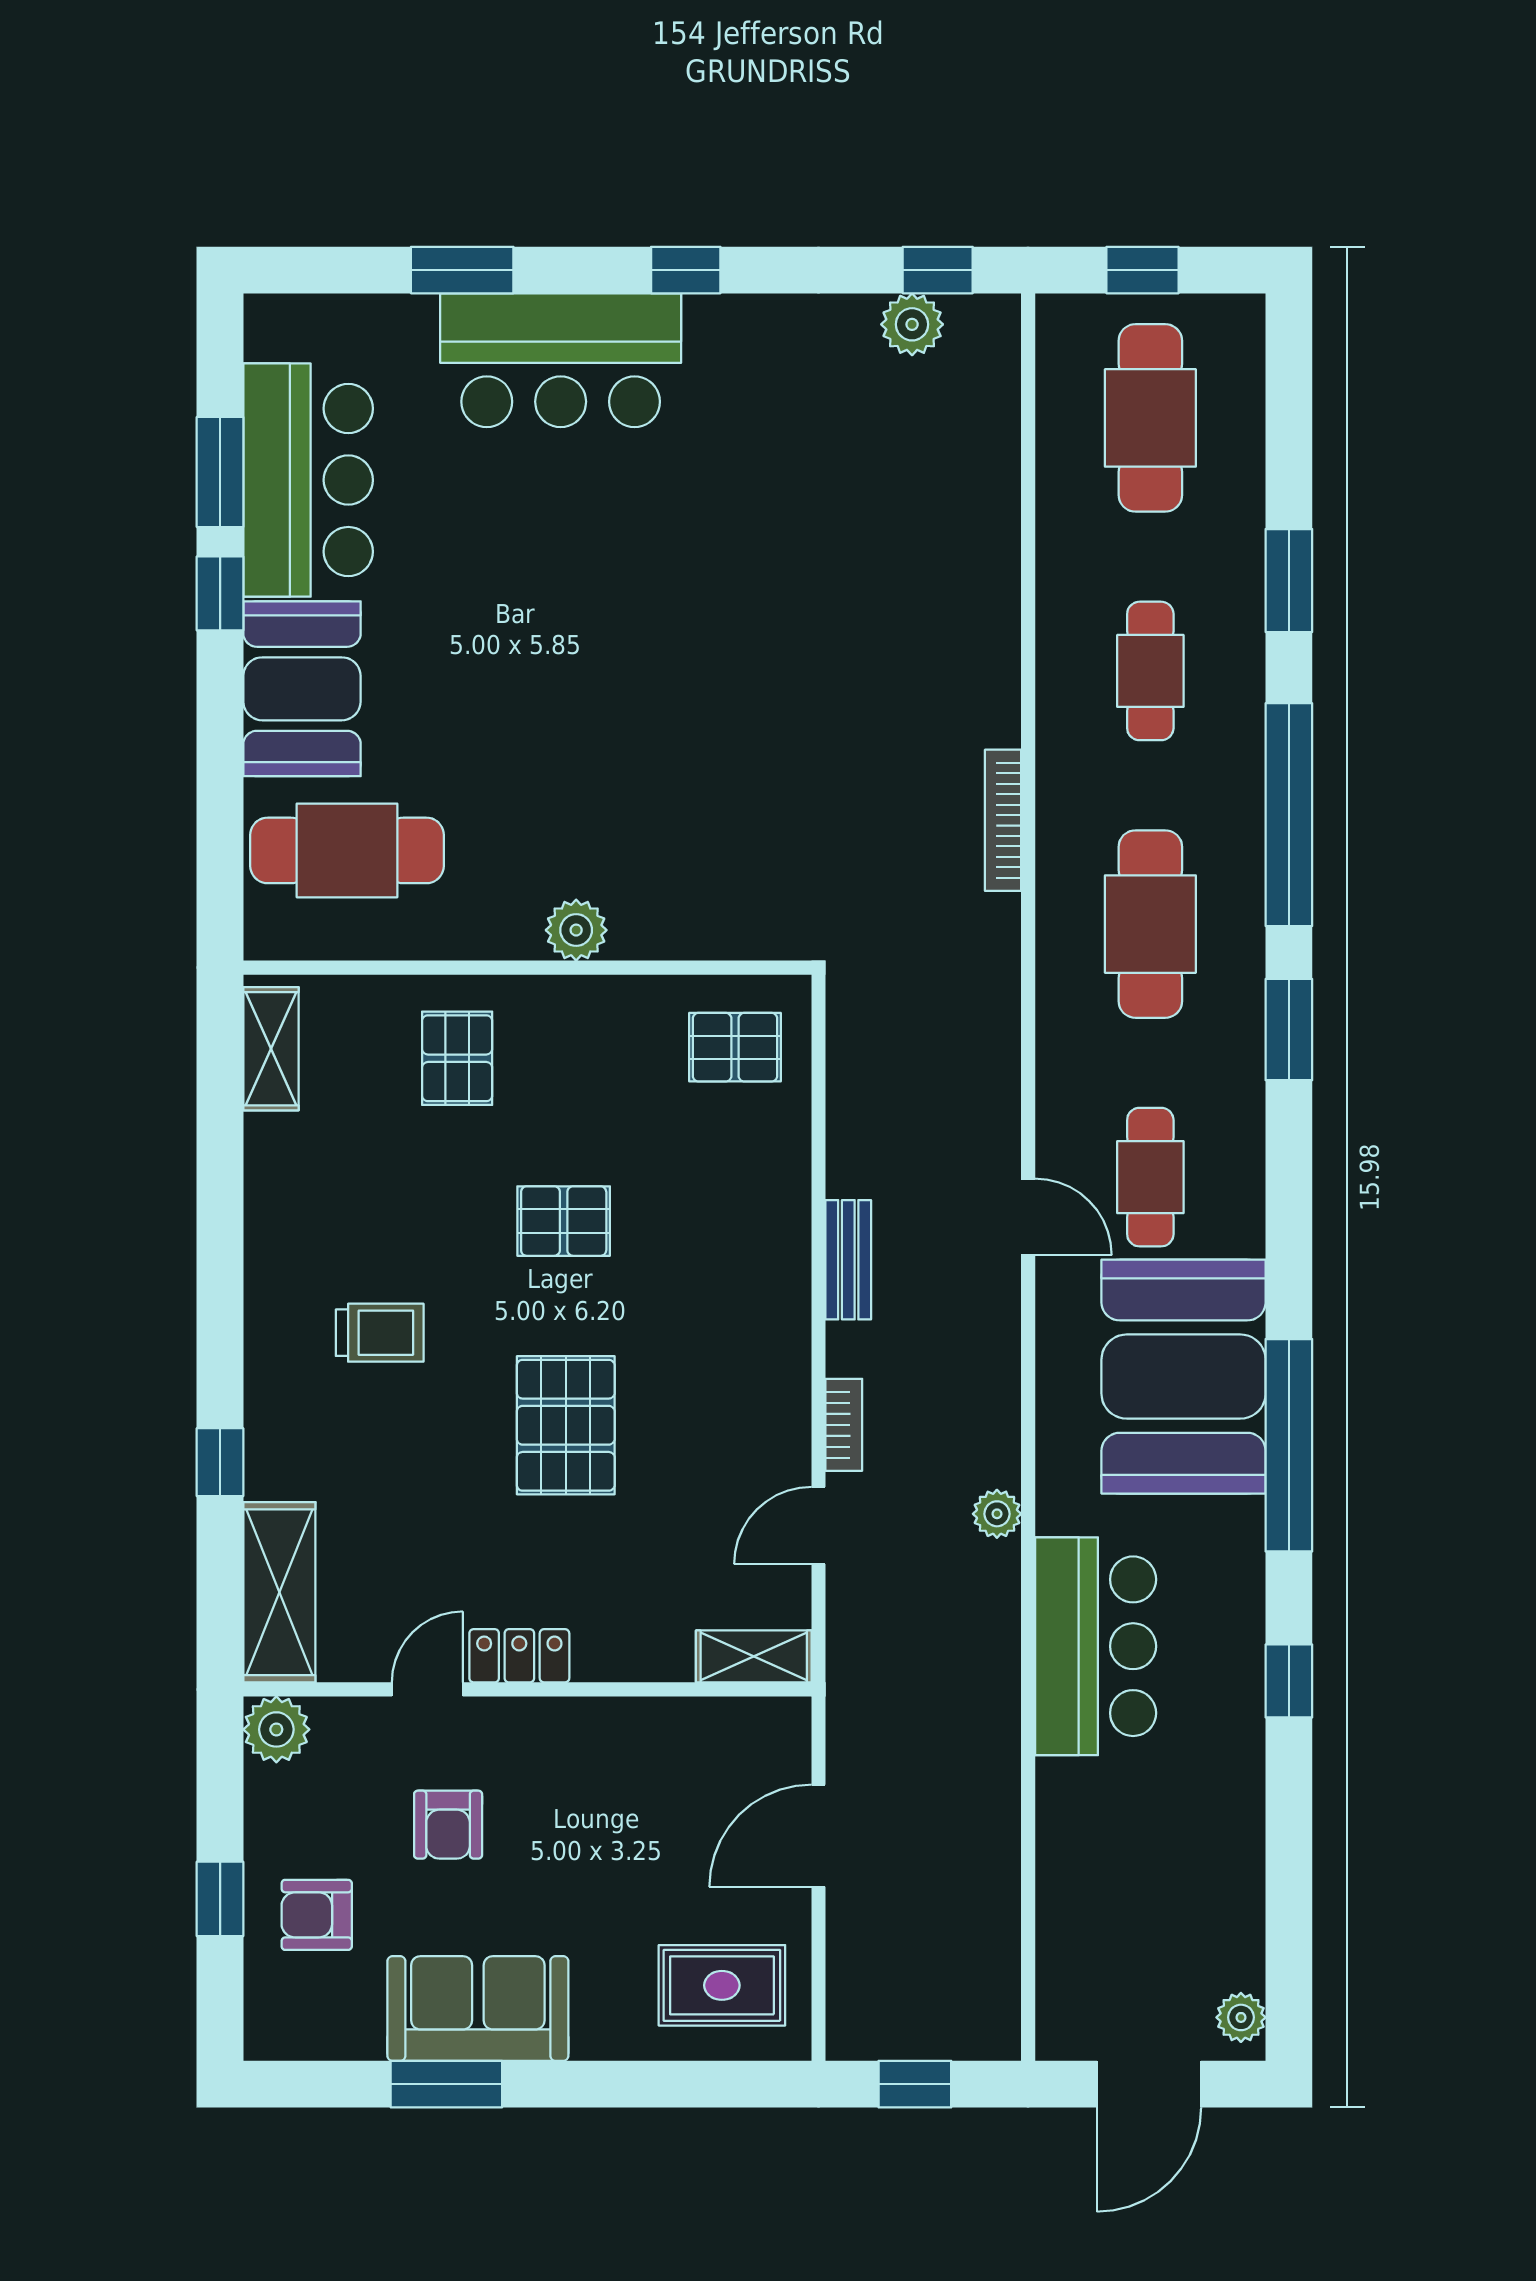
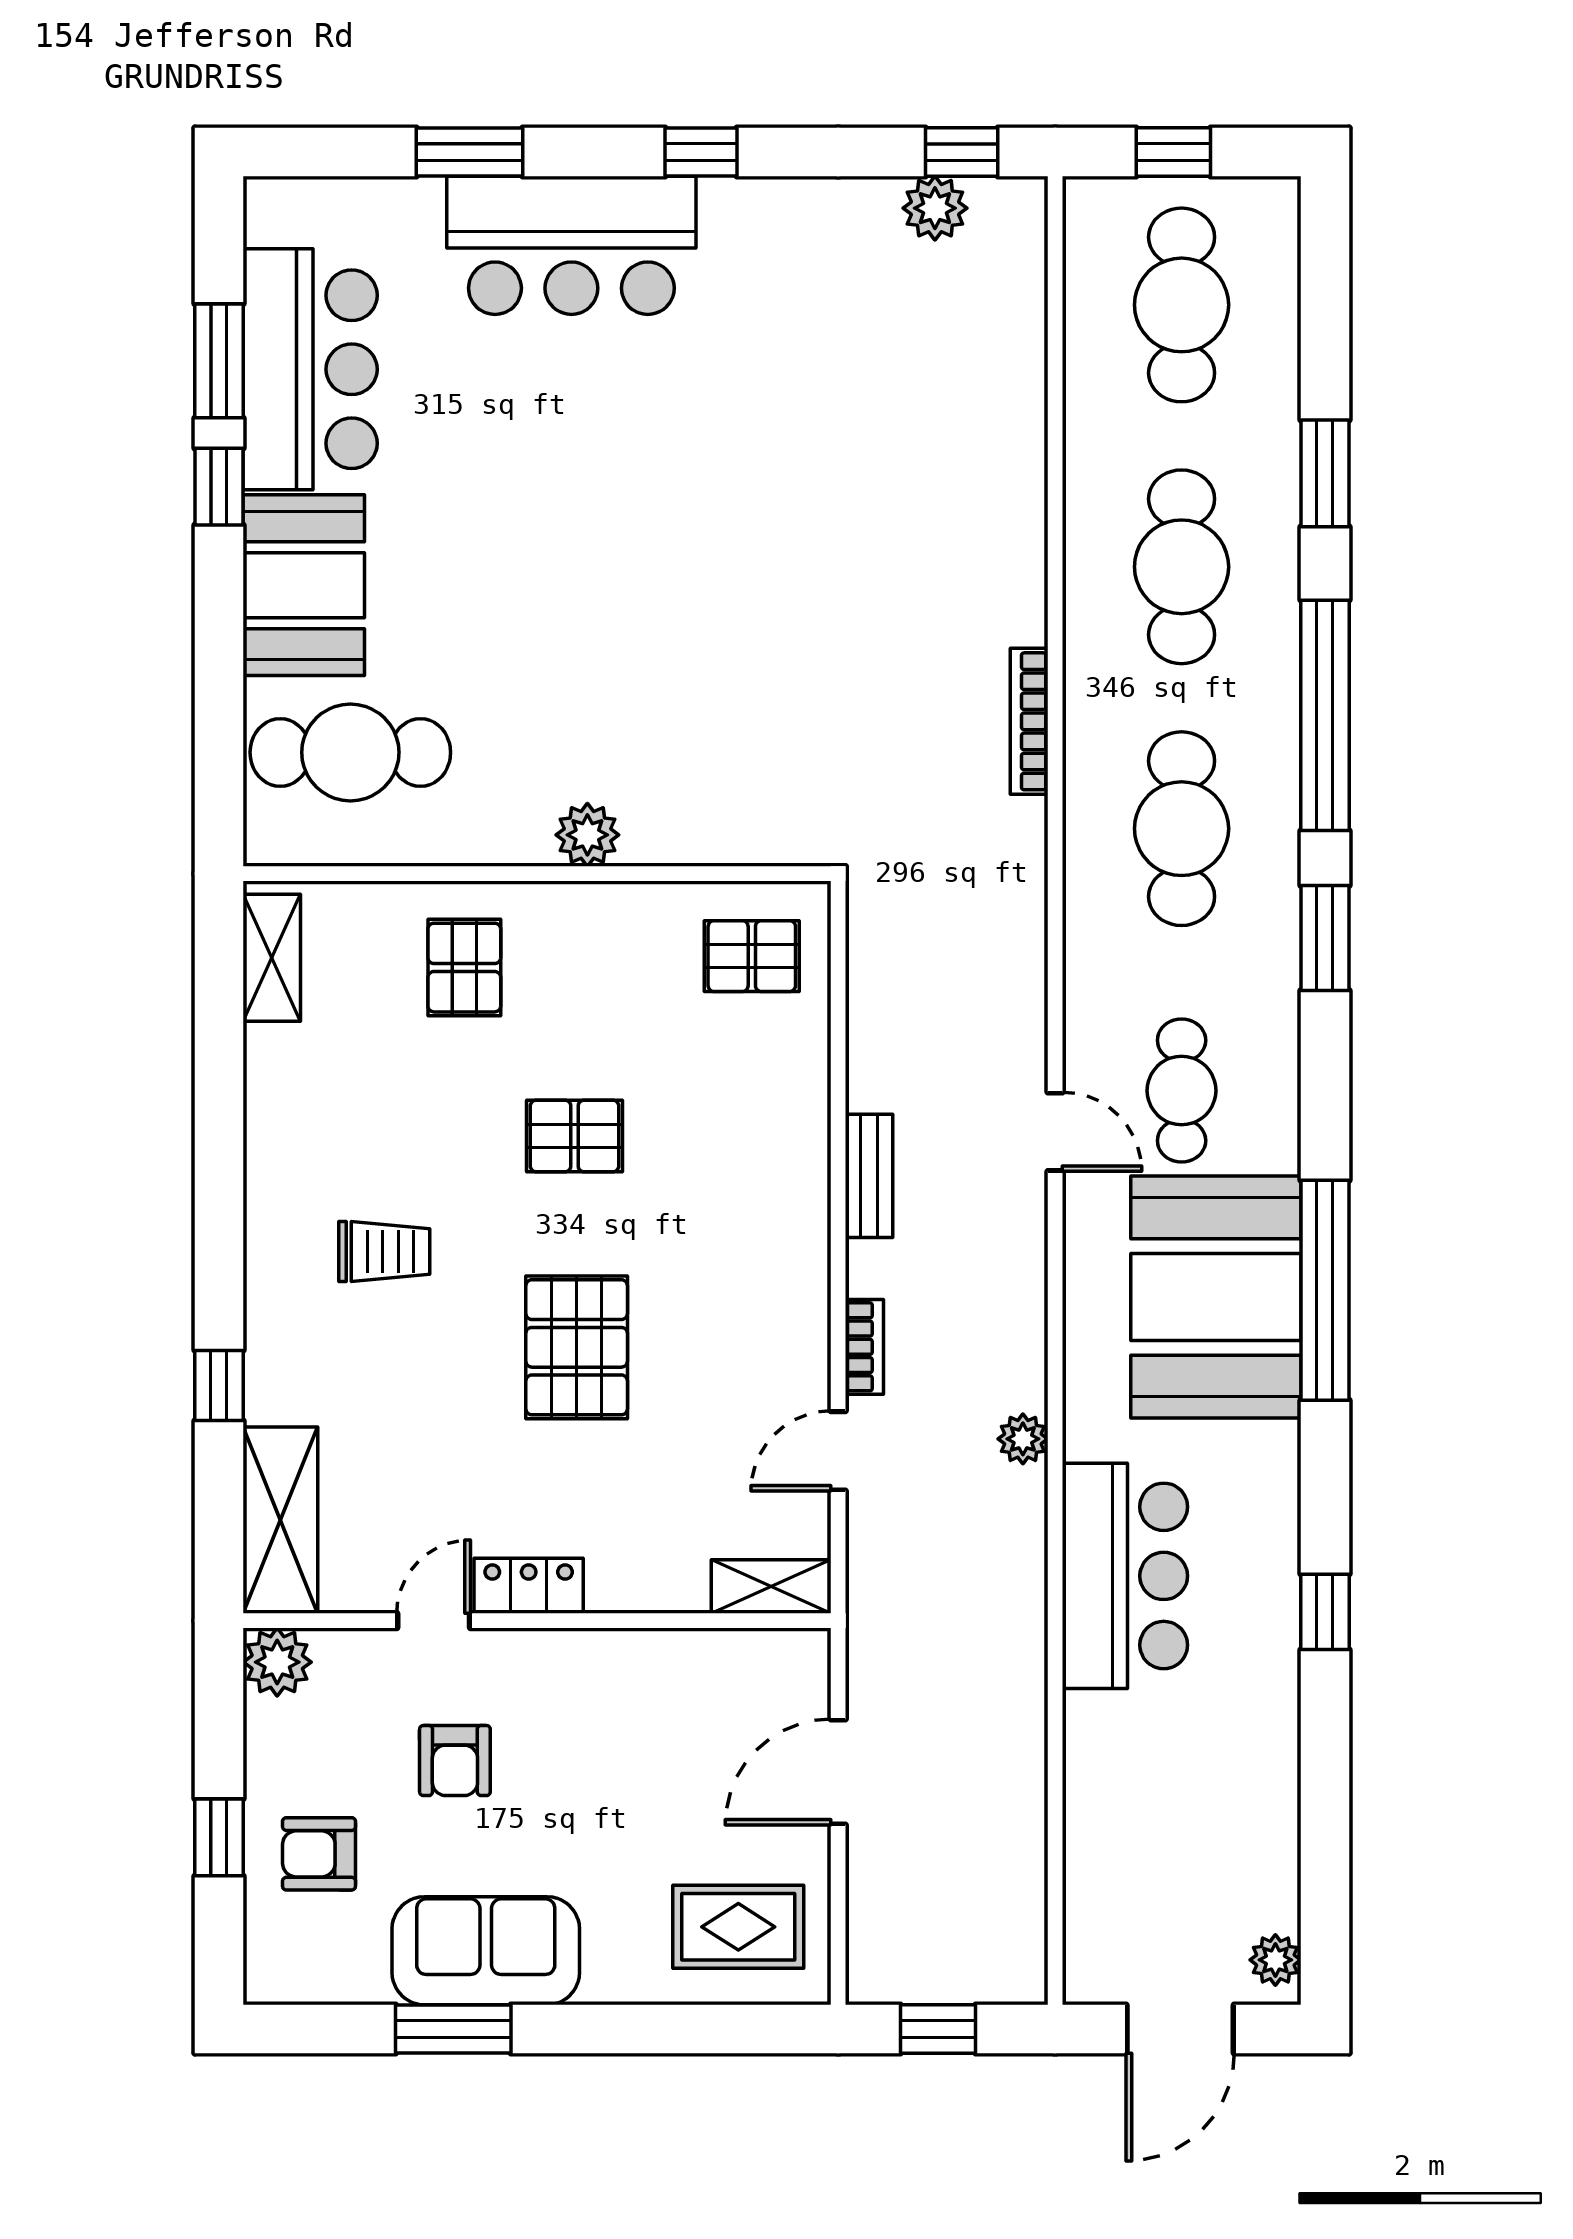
cafe table: (1150, 671) -> (1182, 567), width x1.37, depth x1.35
window: (1289, 1445) -> (1325, 1290), moved

